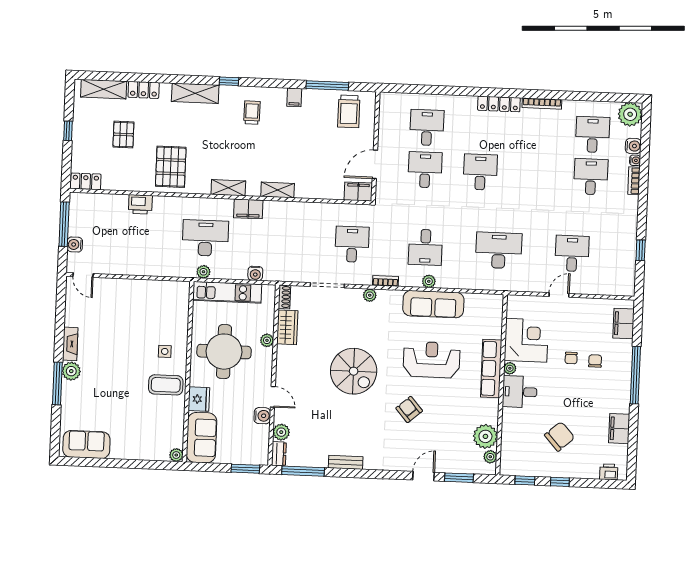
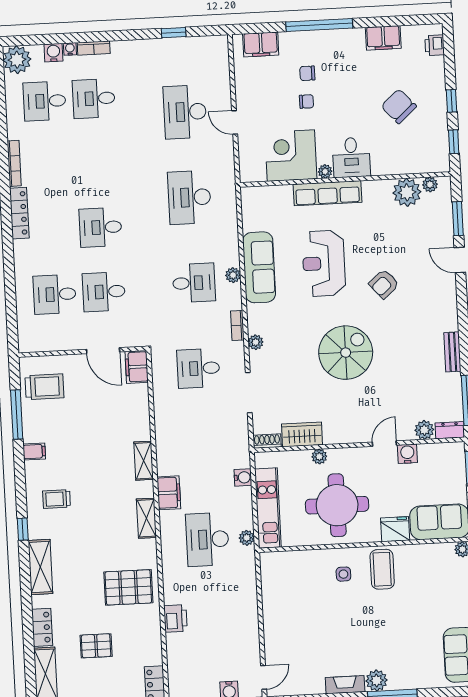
desk: (572, 253) -> (185, 112), width x1.37

